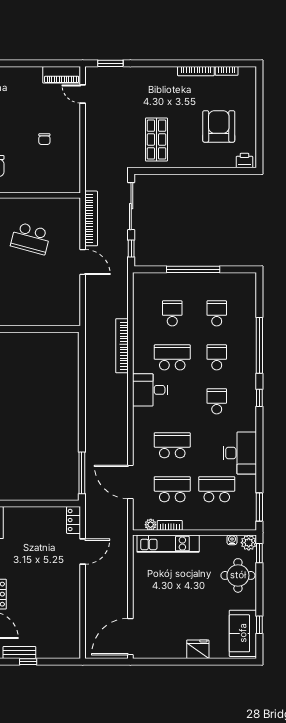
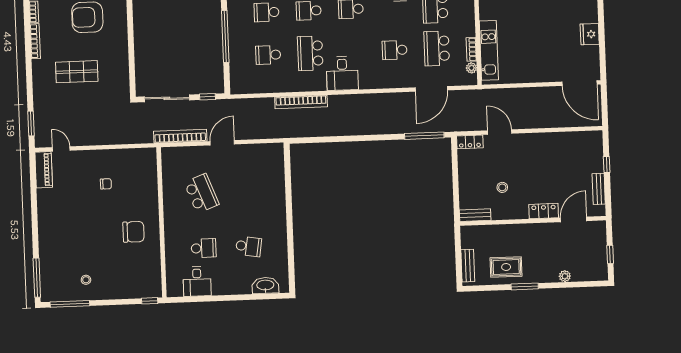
door: (83, 94) -> (61, 149), swing flipped
shop shelf: (156, 140) -> (77, 72), moved
school desk: (31, 238) -> (202, 193), turned -36
school desk: (172, 445) -> (395, 50), width x0.54
stool: (25, 552) -> (502, 187), added
fridge: (198, 649) -> (590, 34), moved
window: (28, 662) -> (607, 165), moved

